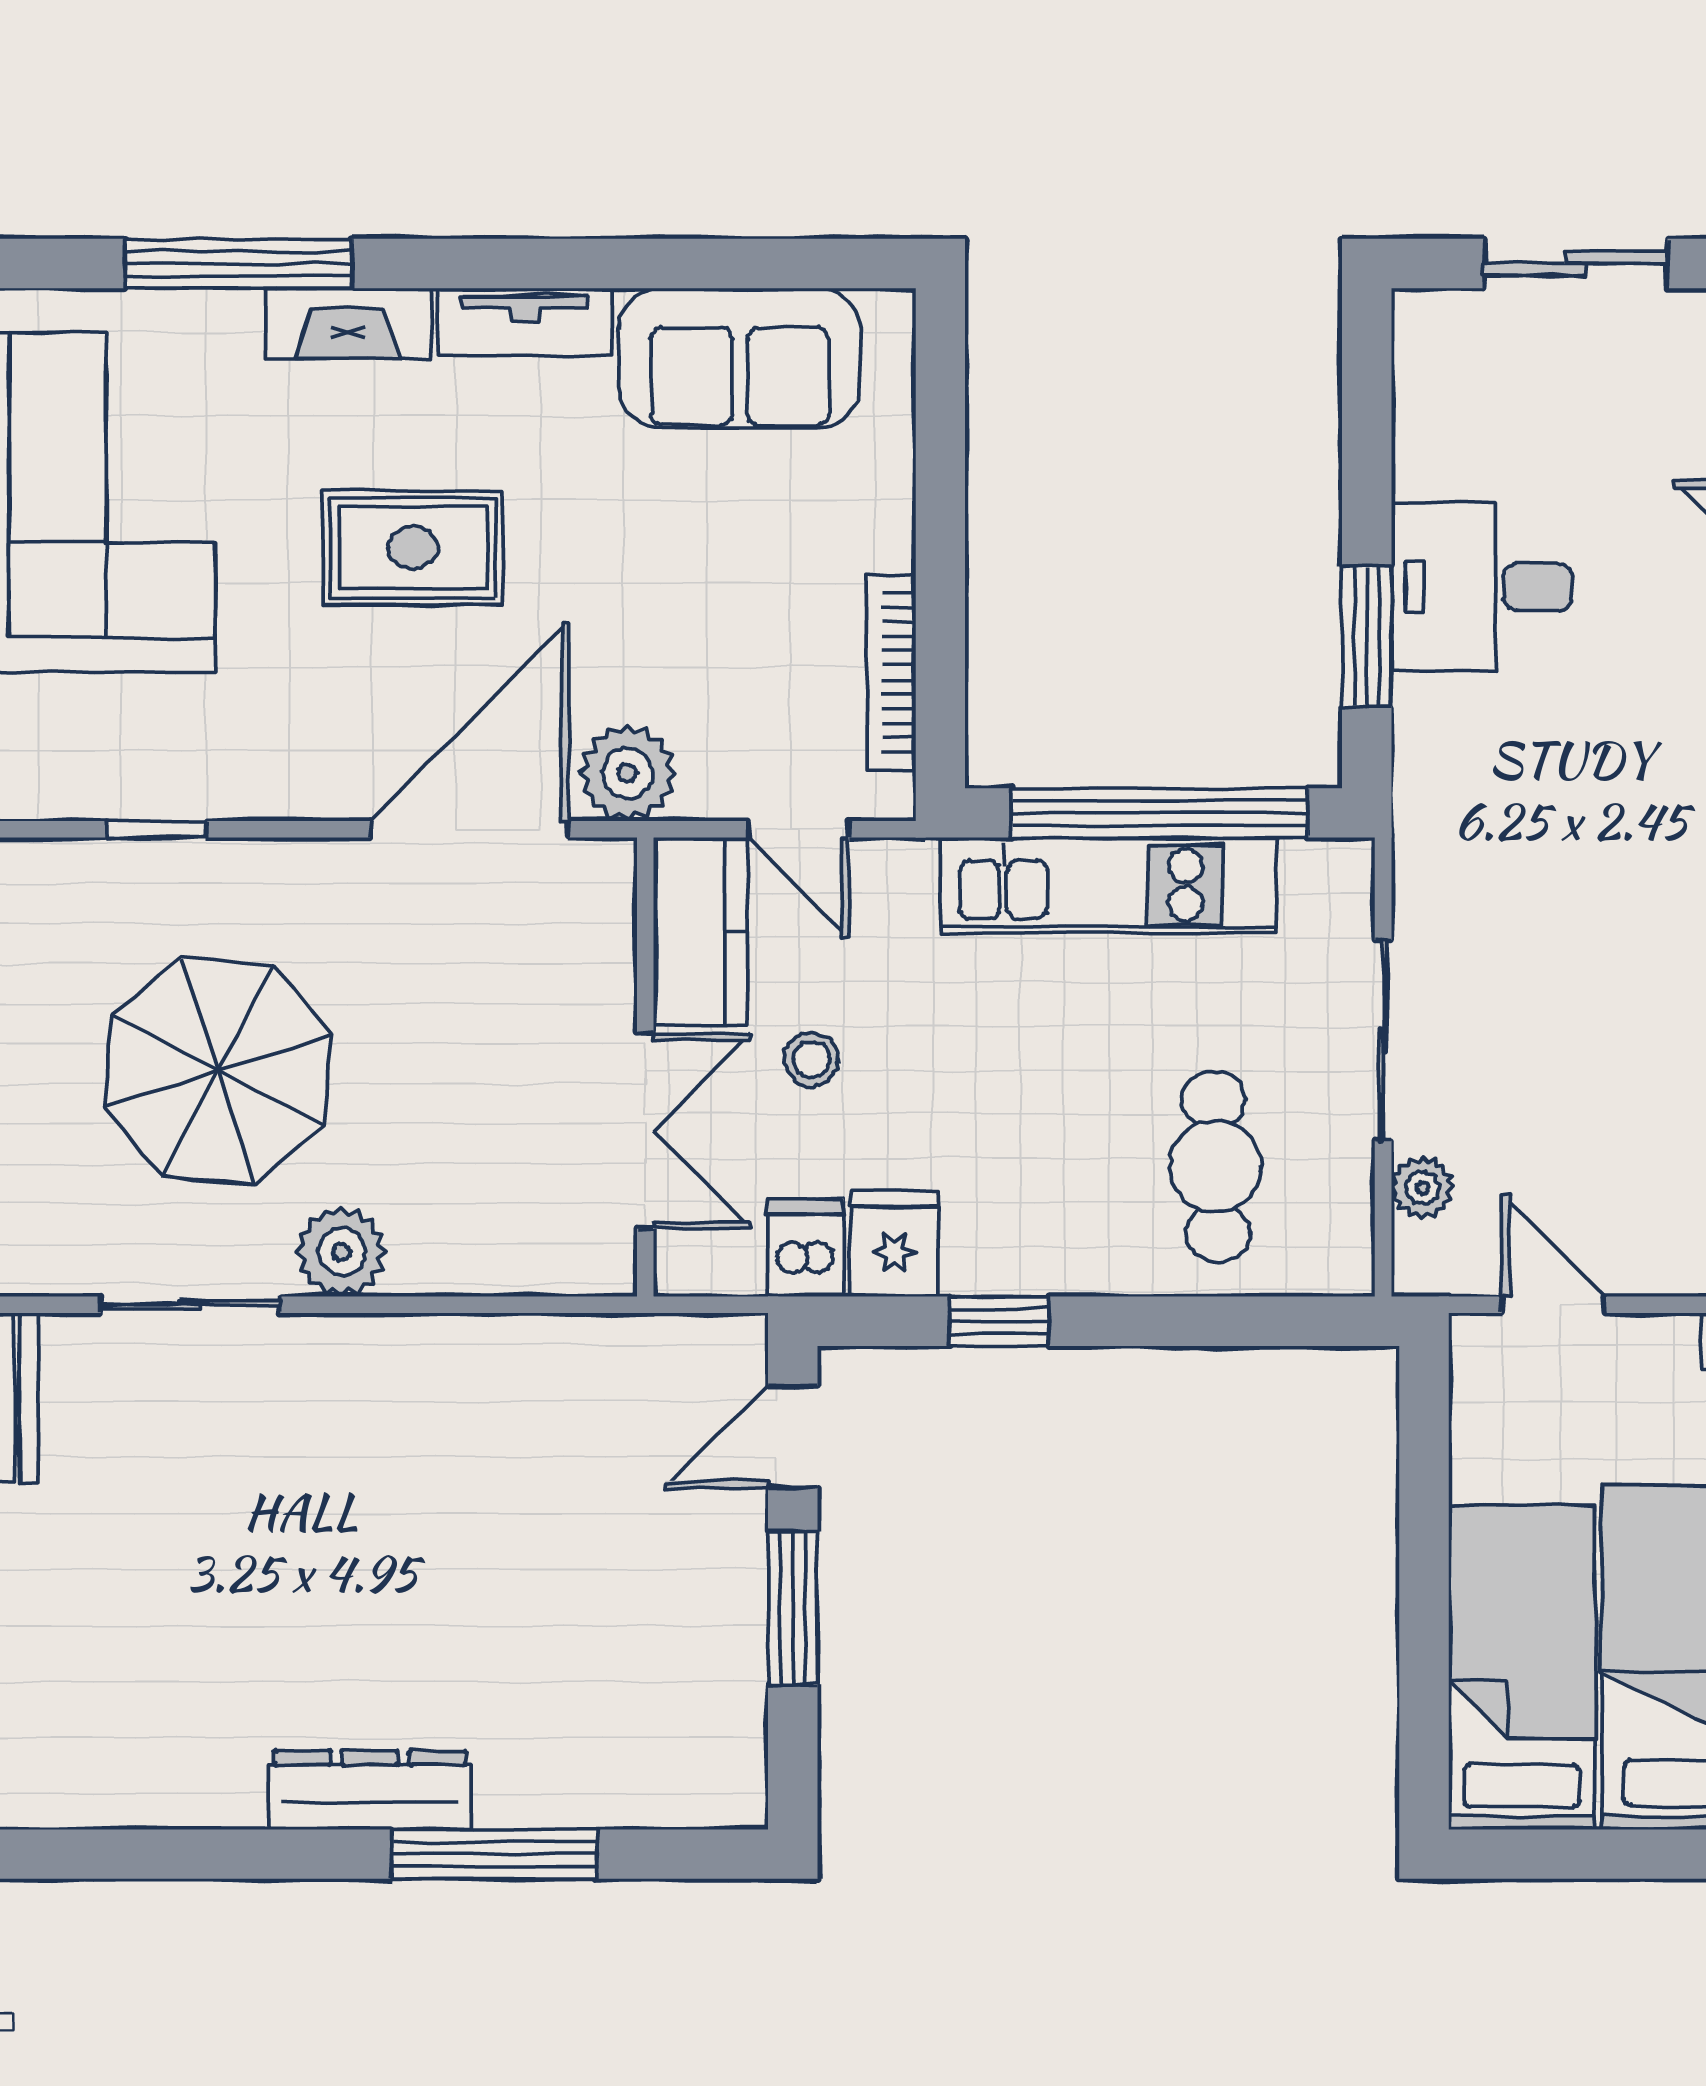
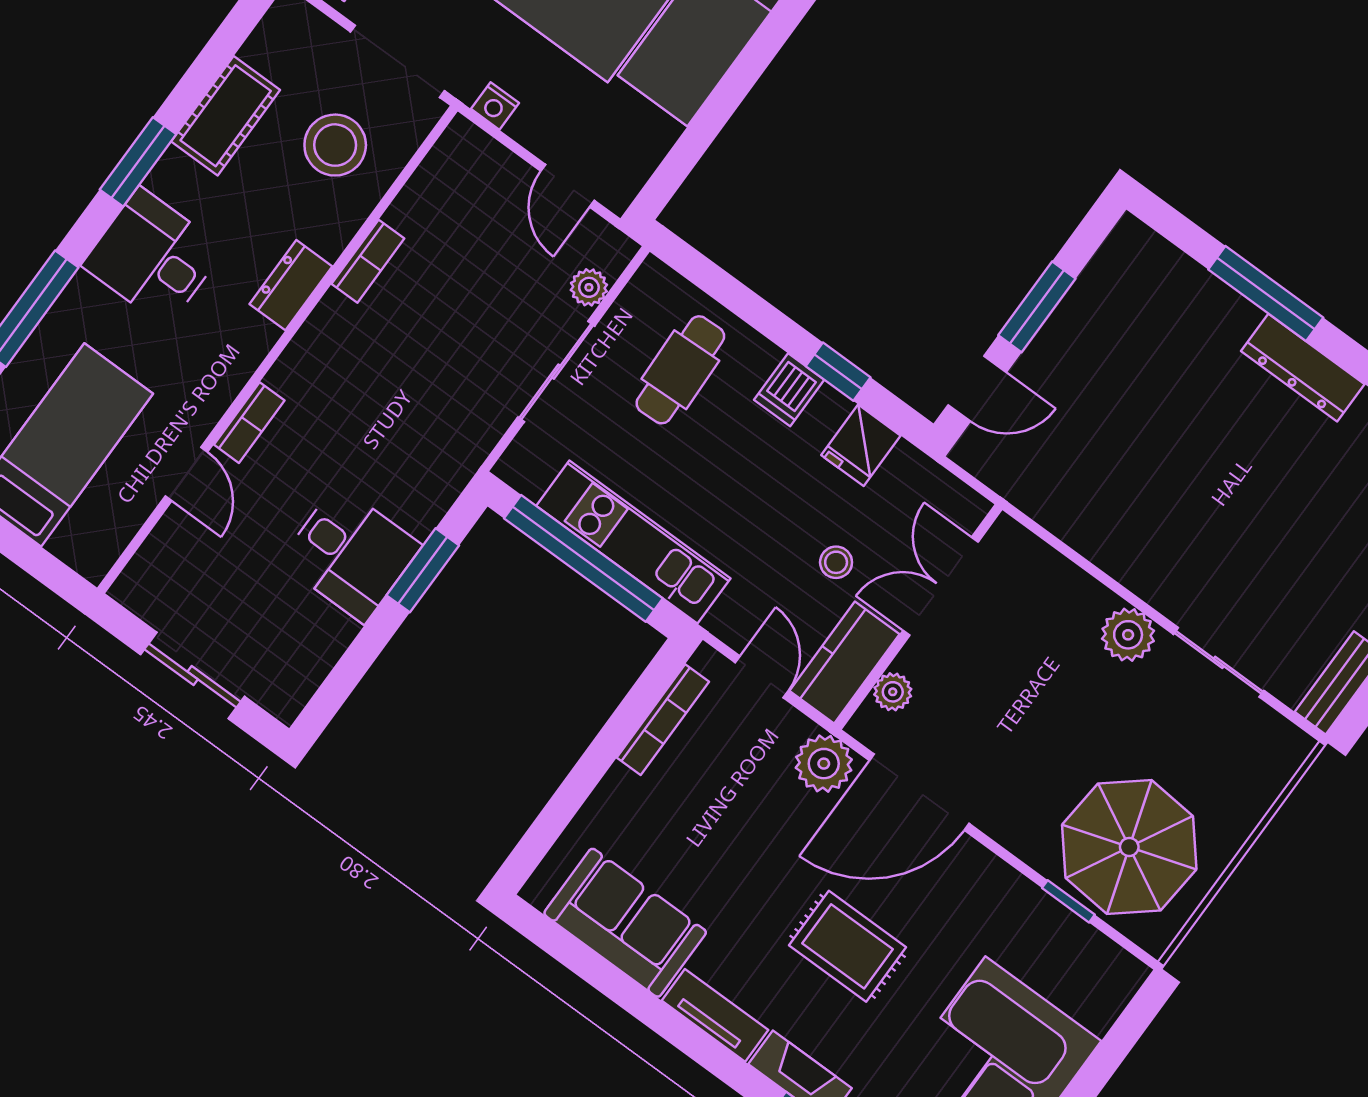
plant: (605, 940) -> (893, 692), added
parasol: (218, 1071) -> (1129, 847), moved
dishwasher: (806, 1248) -> (789, 390), moved

